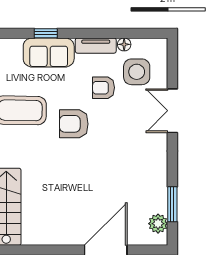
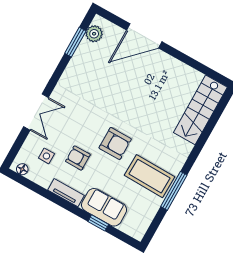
floor lamp: (124, 44) -> (22, 169), moved
side table: (137, 72) -> (46, 156), width x0.54, depth x0.54
armchair: (104, 88) -> (78, 158), turned 180

